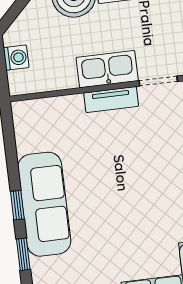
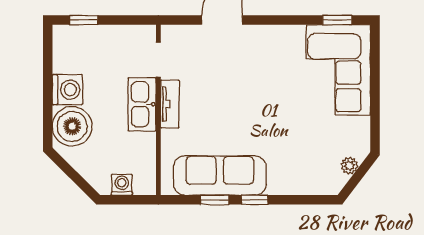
sofa: (44, 204) -> (220, 175), moved
window: (23, 254) -> (215, 200), moved

